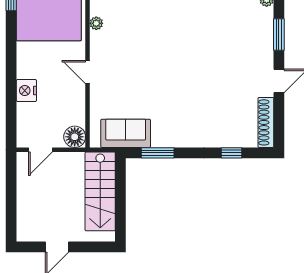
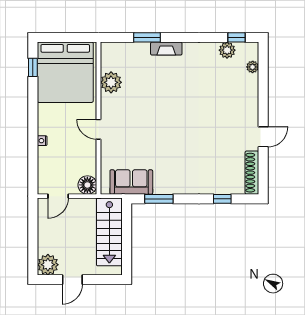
plant: (96, 23) -> (111, 82), width x1.88, depth x1.88
window: (279, 34) -> (263, 97), removed
nightstand: (26, 91) -> (42, 141), width x0.53, depth x0.56
plant: (29, 229) -> (48, 265), added

